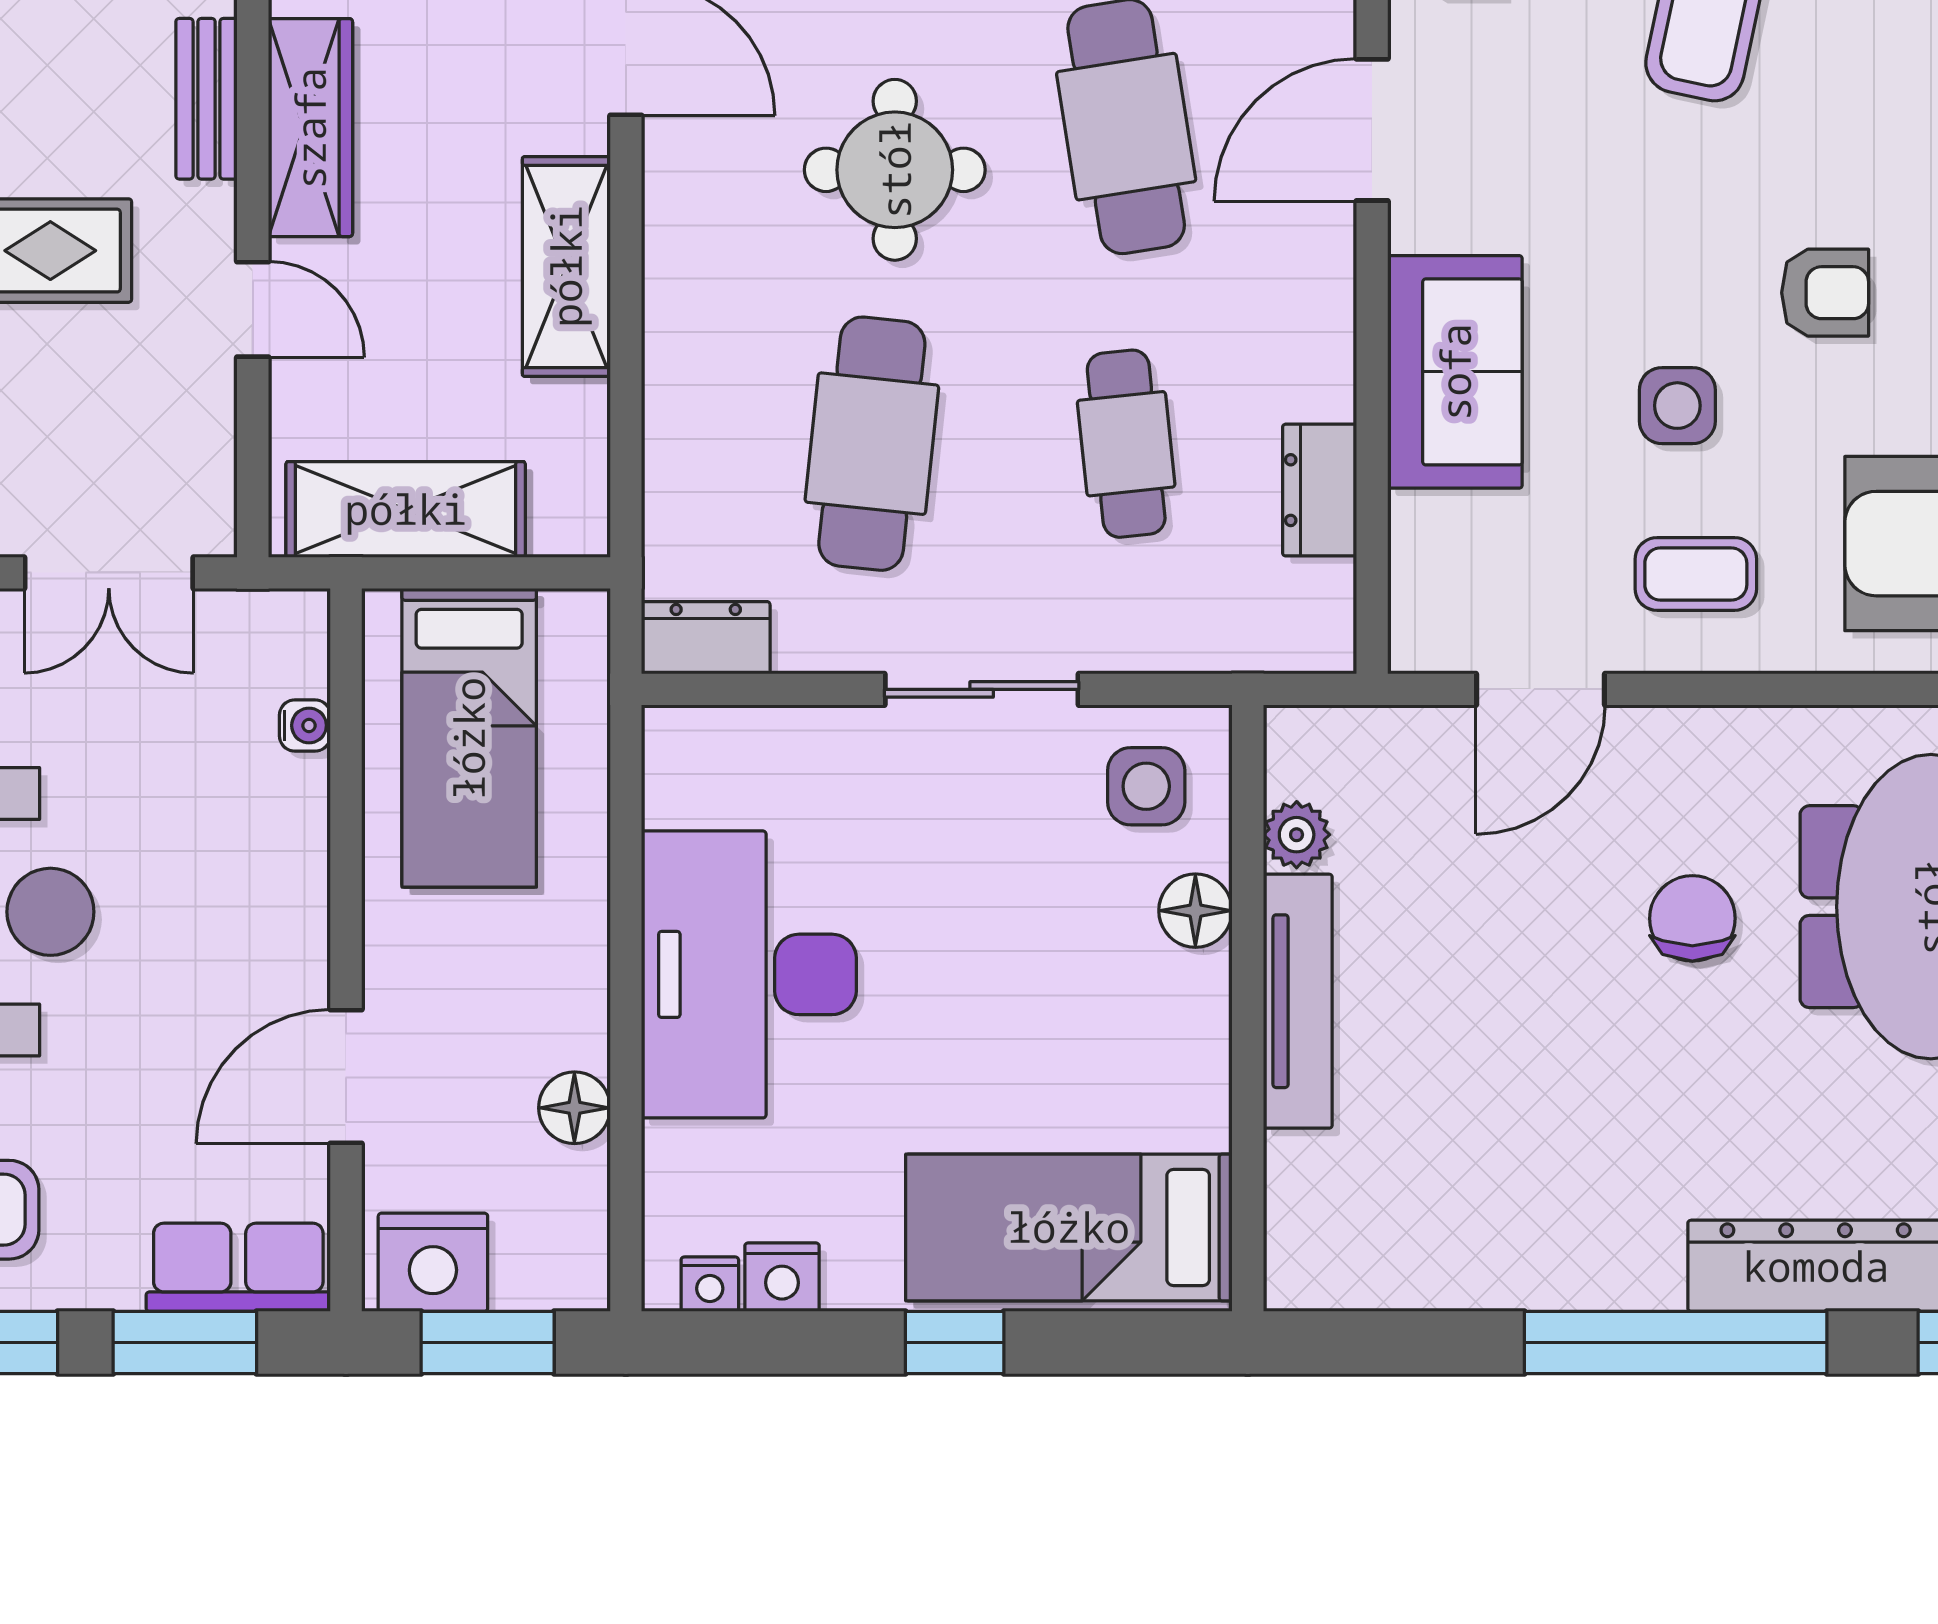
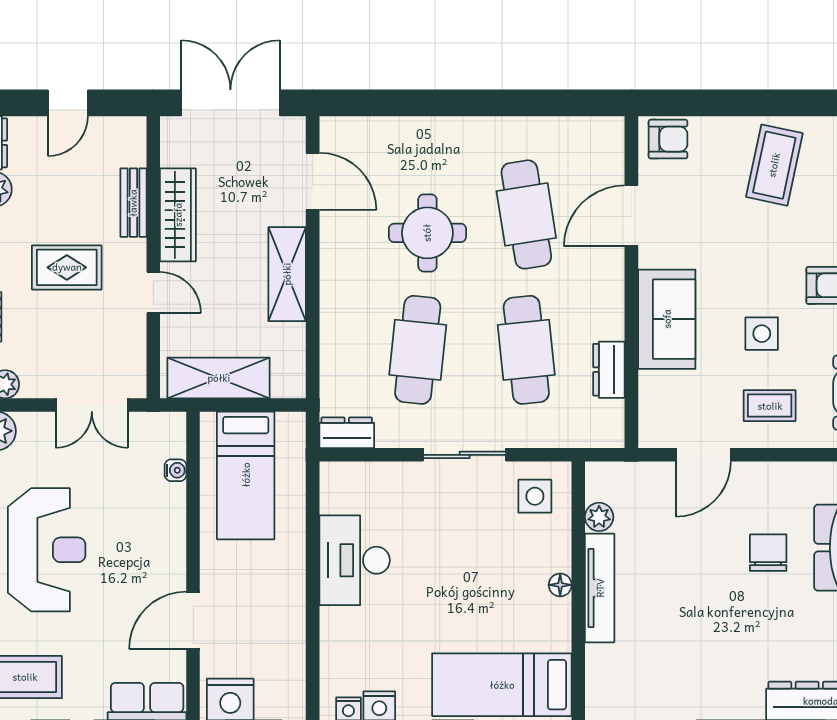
cafe table: (1126, 444) -> (526, 350), width x1.37, depth x1.35
floor lamp: (1195, 911) -> (560, 585), moved, width x0.73, depth x0.73
desk: (749, 974) -> (355, 560), width x0.73, depth x0.77
floor lamp: (574, 1108) -> (291, 634), removed

